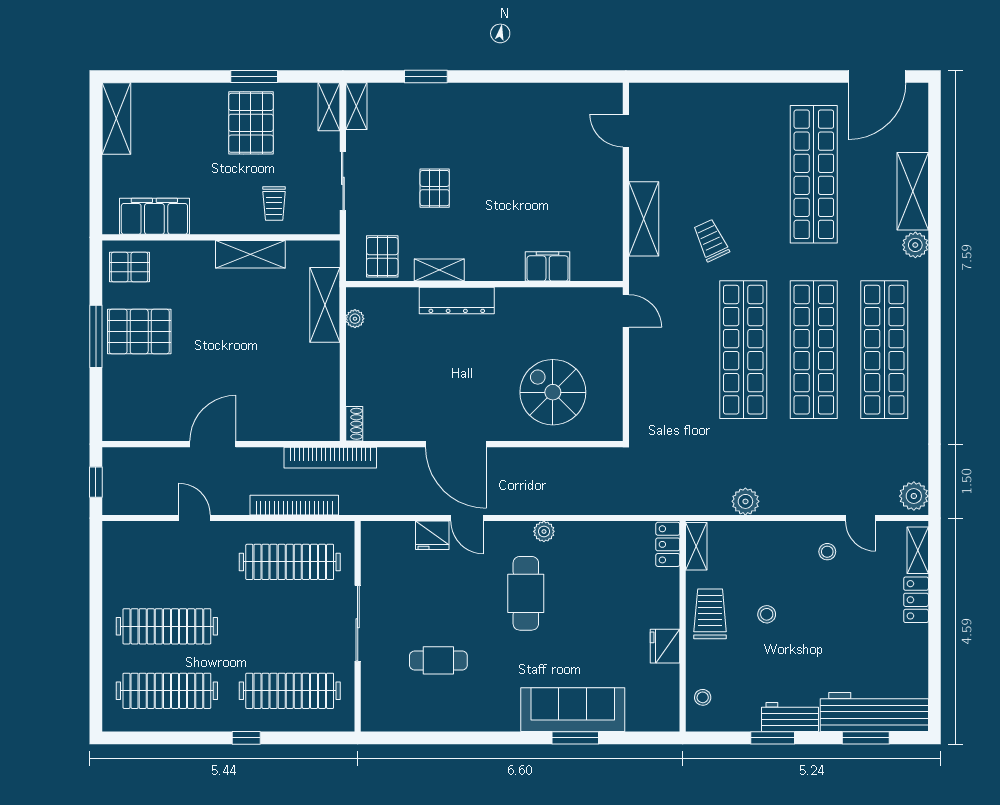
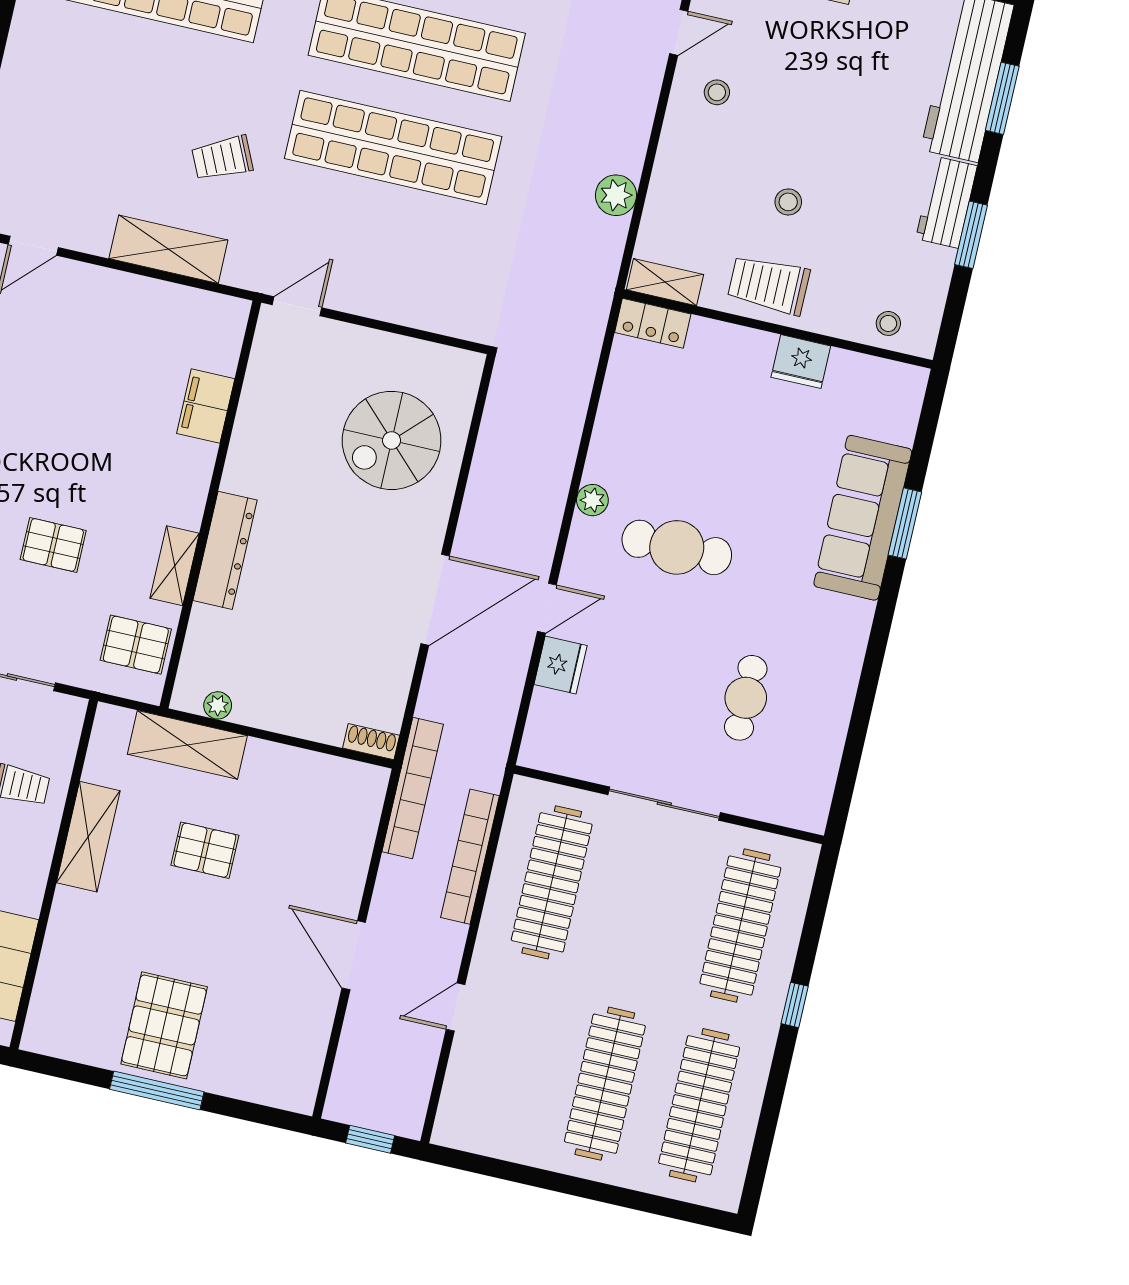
pallet: (130, 267) -> (205, 850), moved, turned 90

